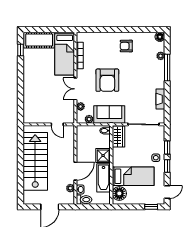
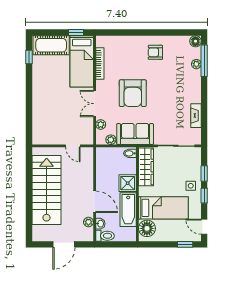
window: (60, 29) -> (76, 33), added
window: (167, 67) -> (204, 61), moved
wardrobe: (118, 137) -> (146, 167), width x1.50
door: (75, 171) -> (95, 202), hinge flipped
door: (167, 192) -> (204, 227), swing flipped

